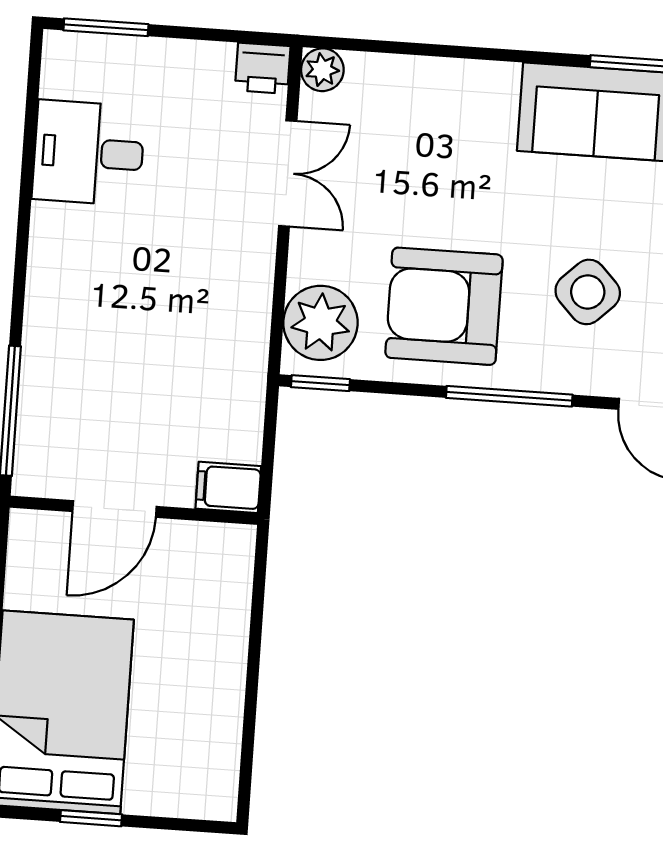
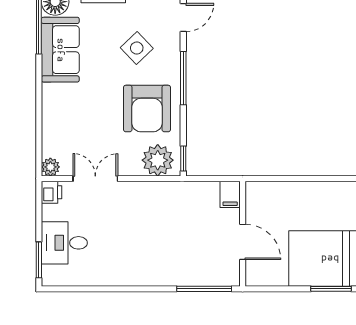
desk: (89, 153) -> (64, 243), moved, turned 90

